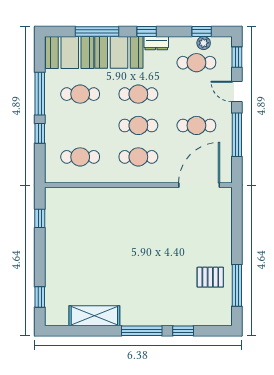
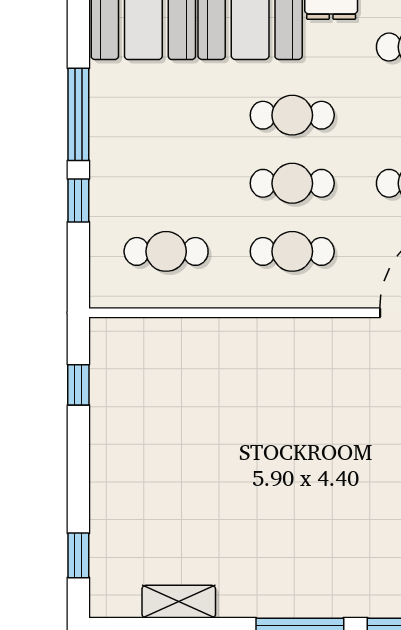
cafe table: (80, 94) -> (166, 115), removed
shelving: (94, 316) -> (179, 602), width x0.67, depth x0.75

